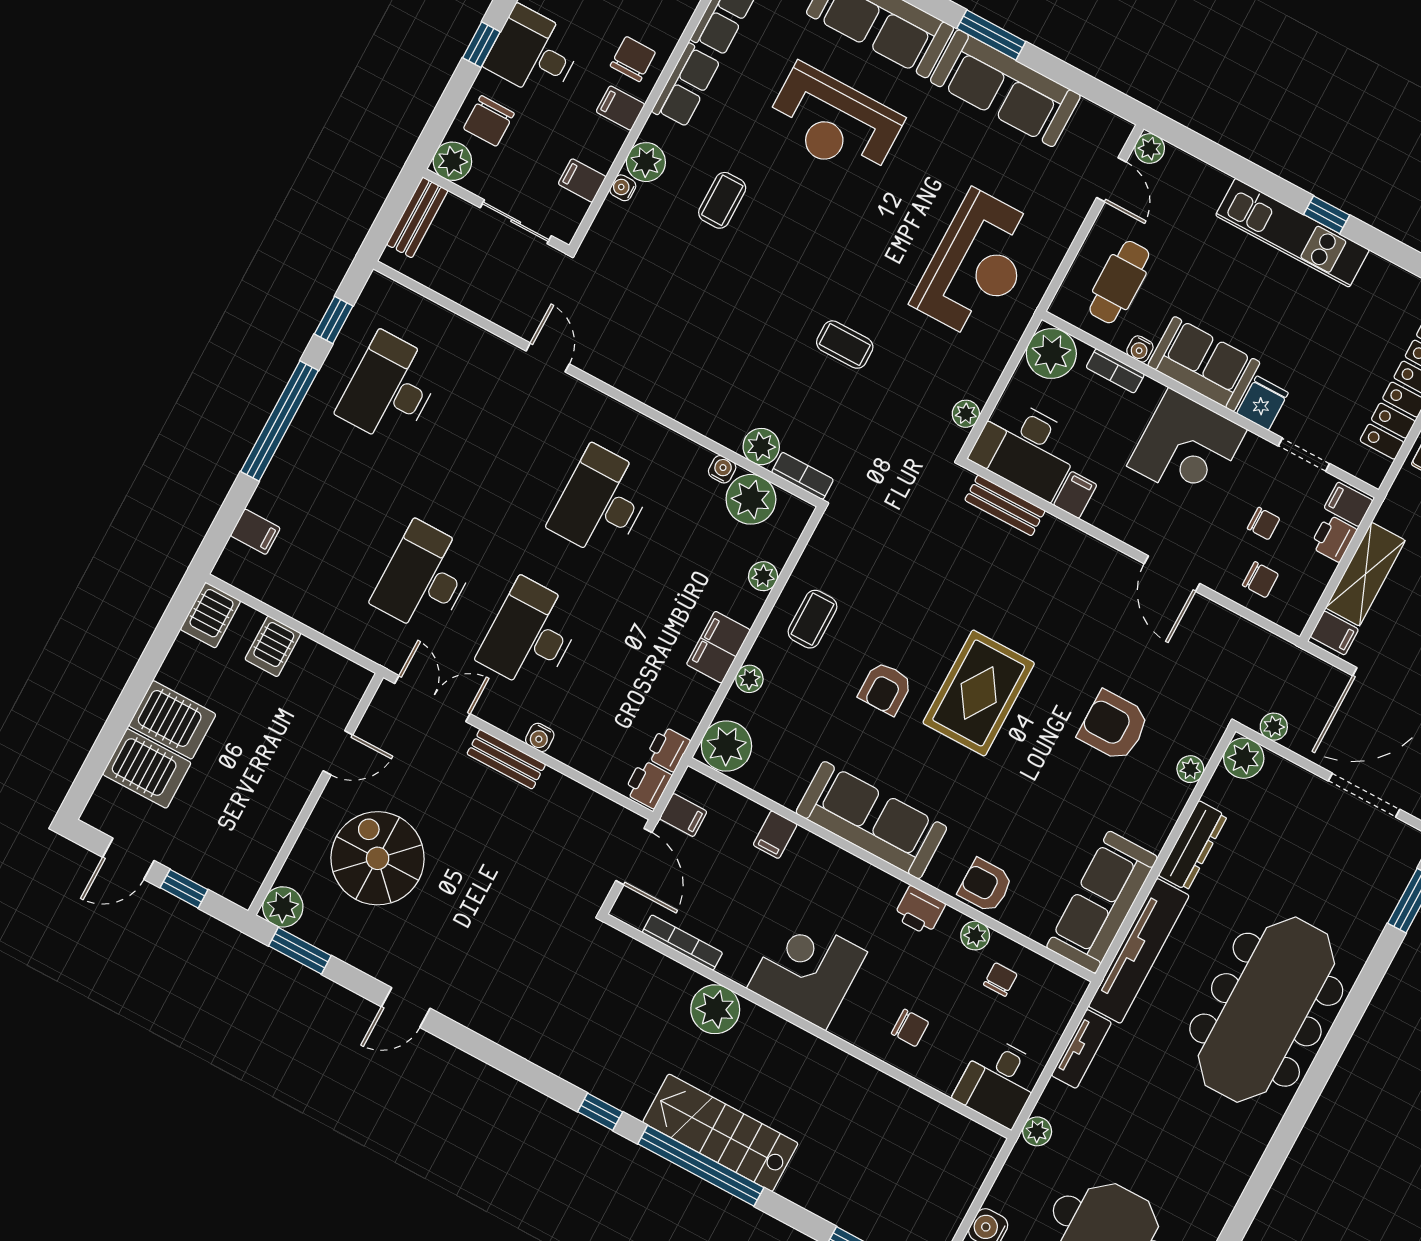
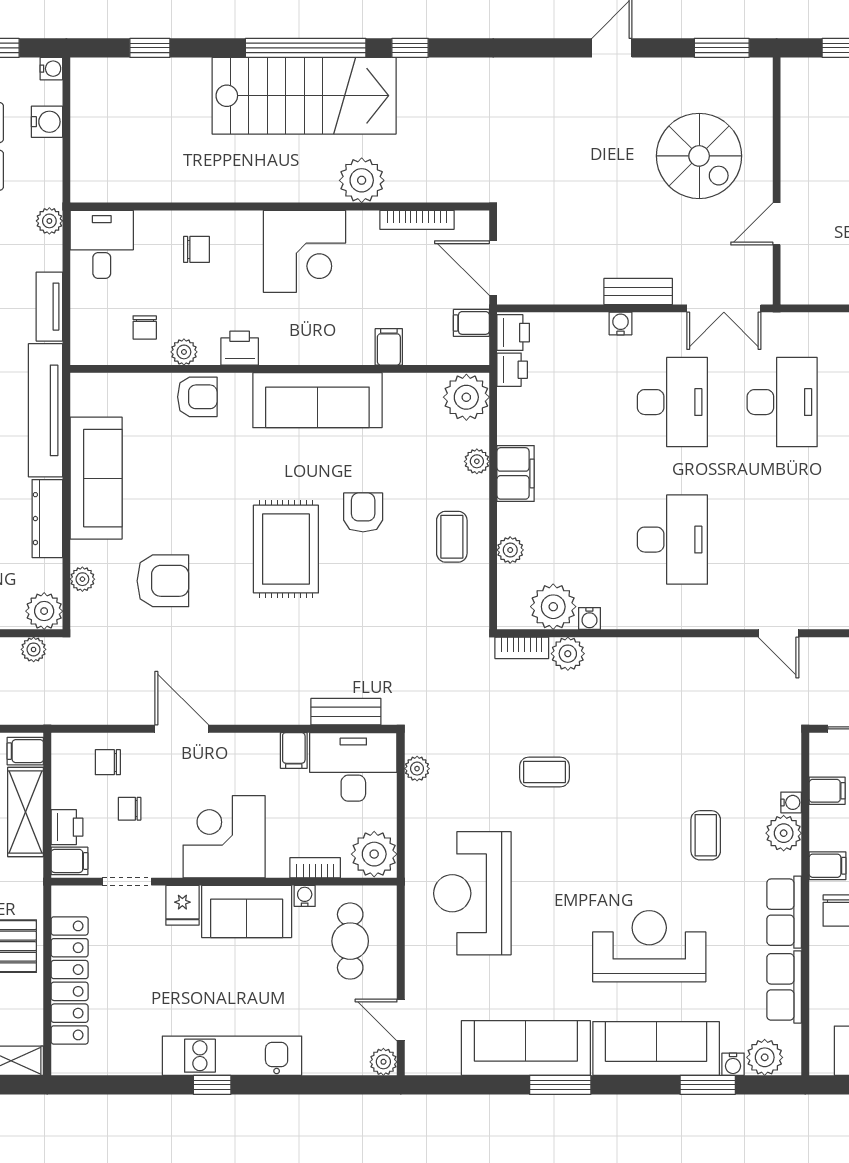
sofa: (1102, 902) -> (96, 478), moved
plant: (283, 907) -> (754, 76), removed
chair: (910, 1028) -> (196, 249), turned 180
stairs: (720, 1133) -> (304, 96), width x1.36, depth x1.51

